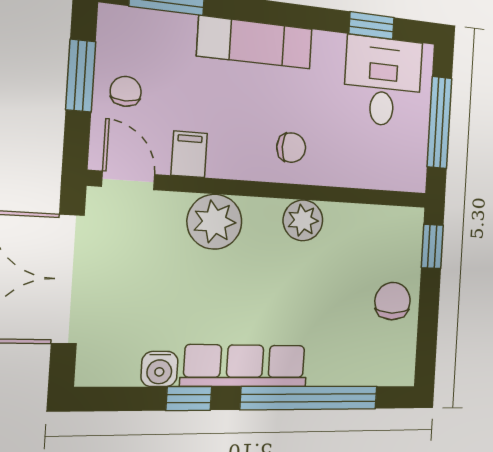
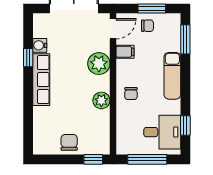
chair: (393, 301) -> (69, 142), turned -90
window: (310, 398) -> (28, 108), removed

